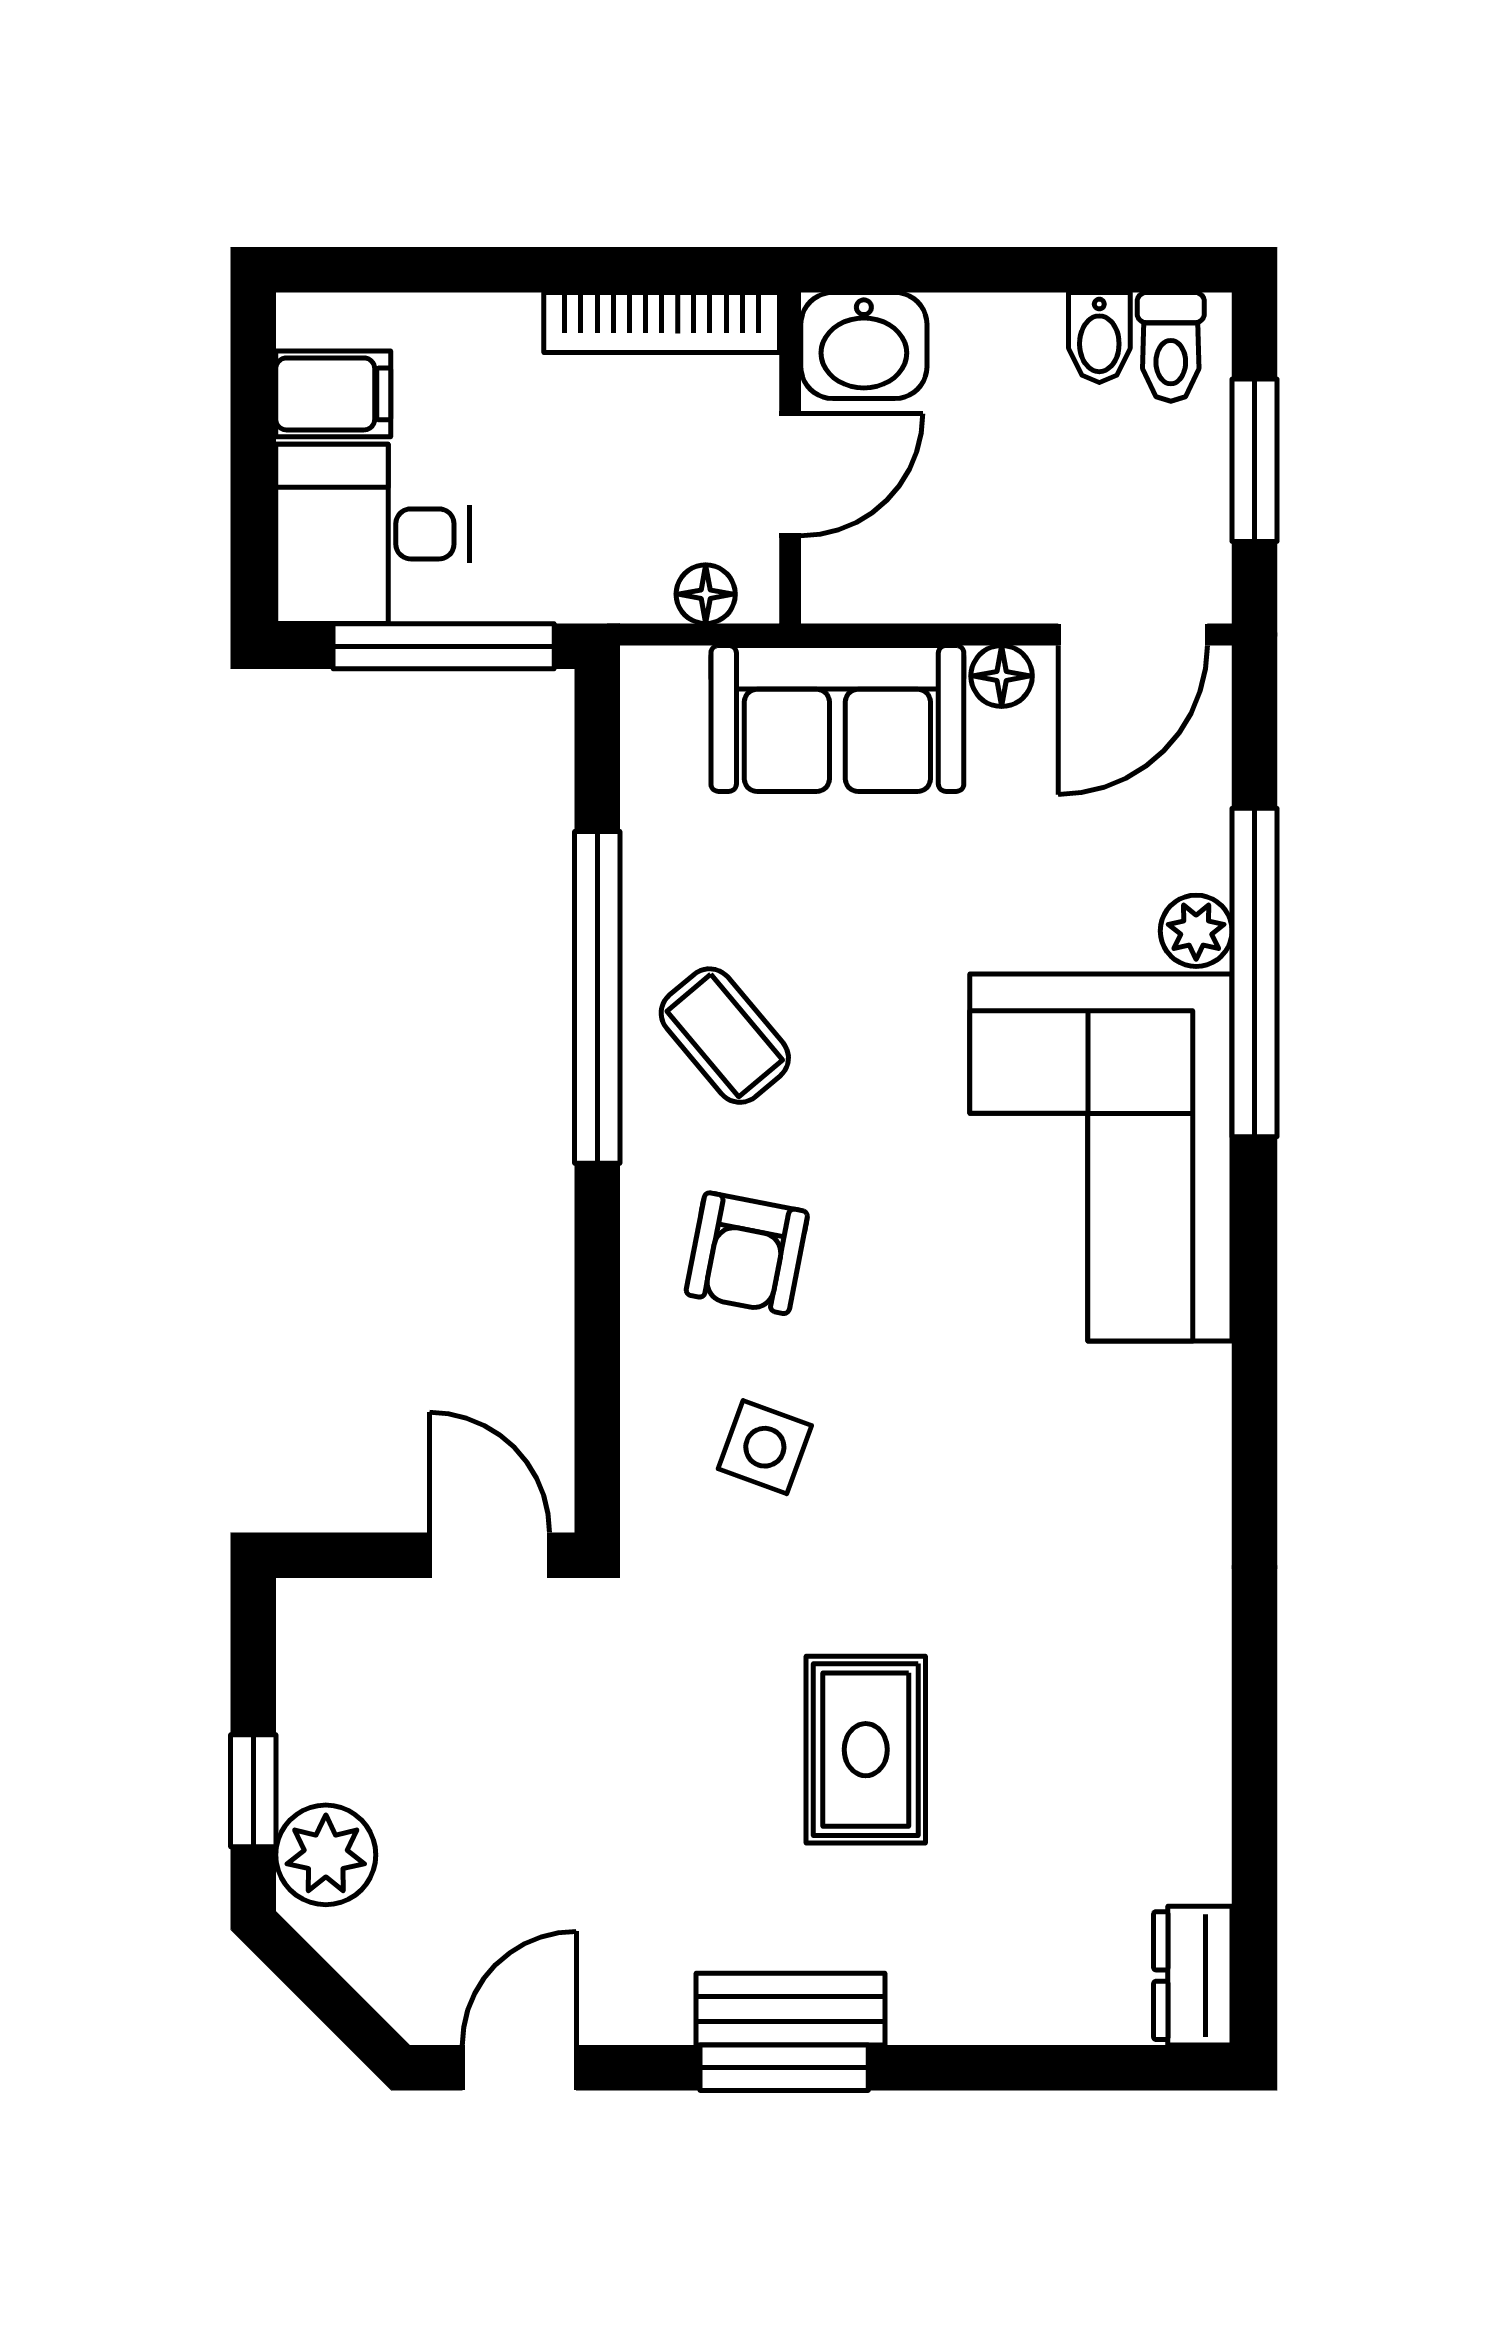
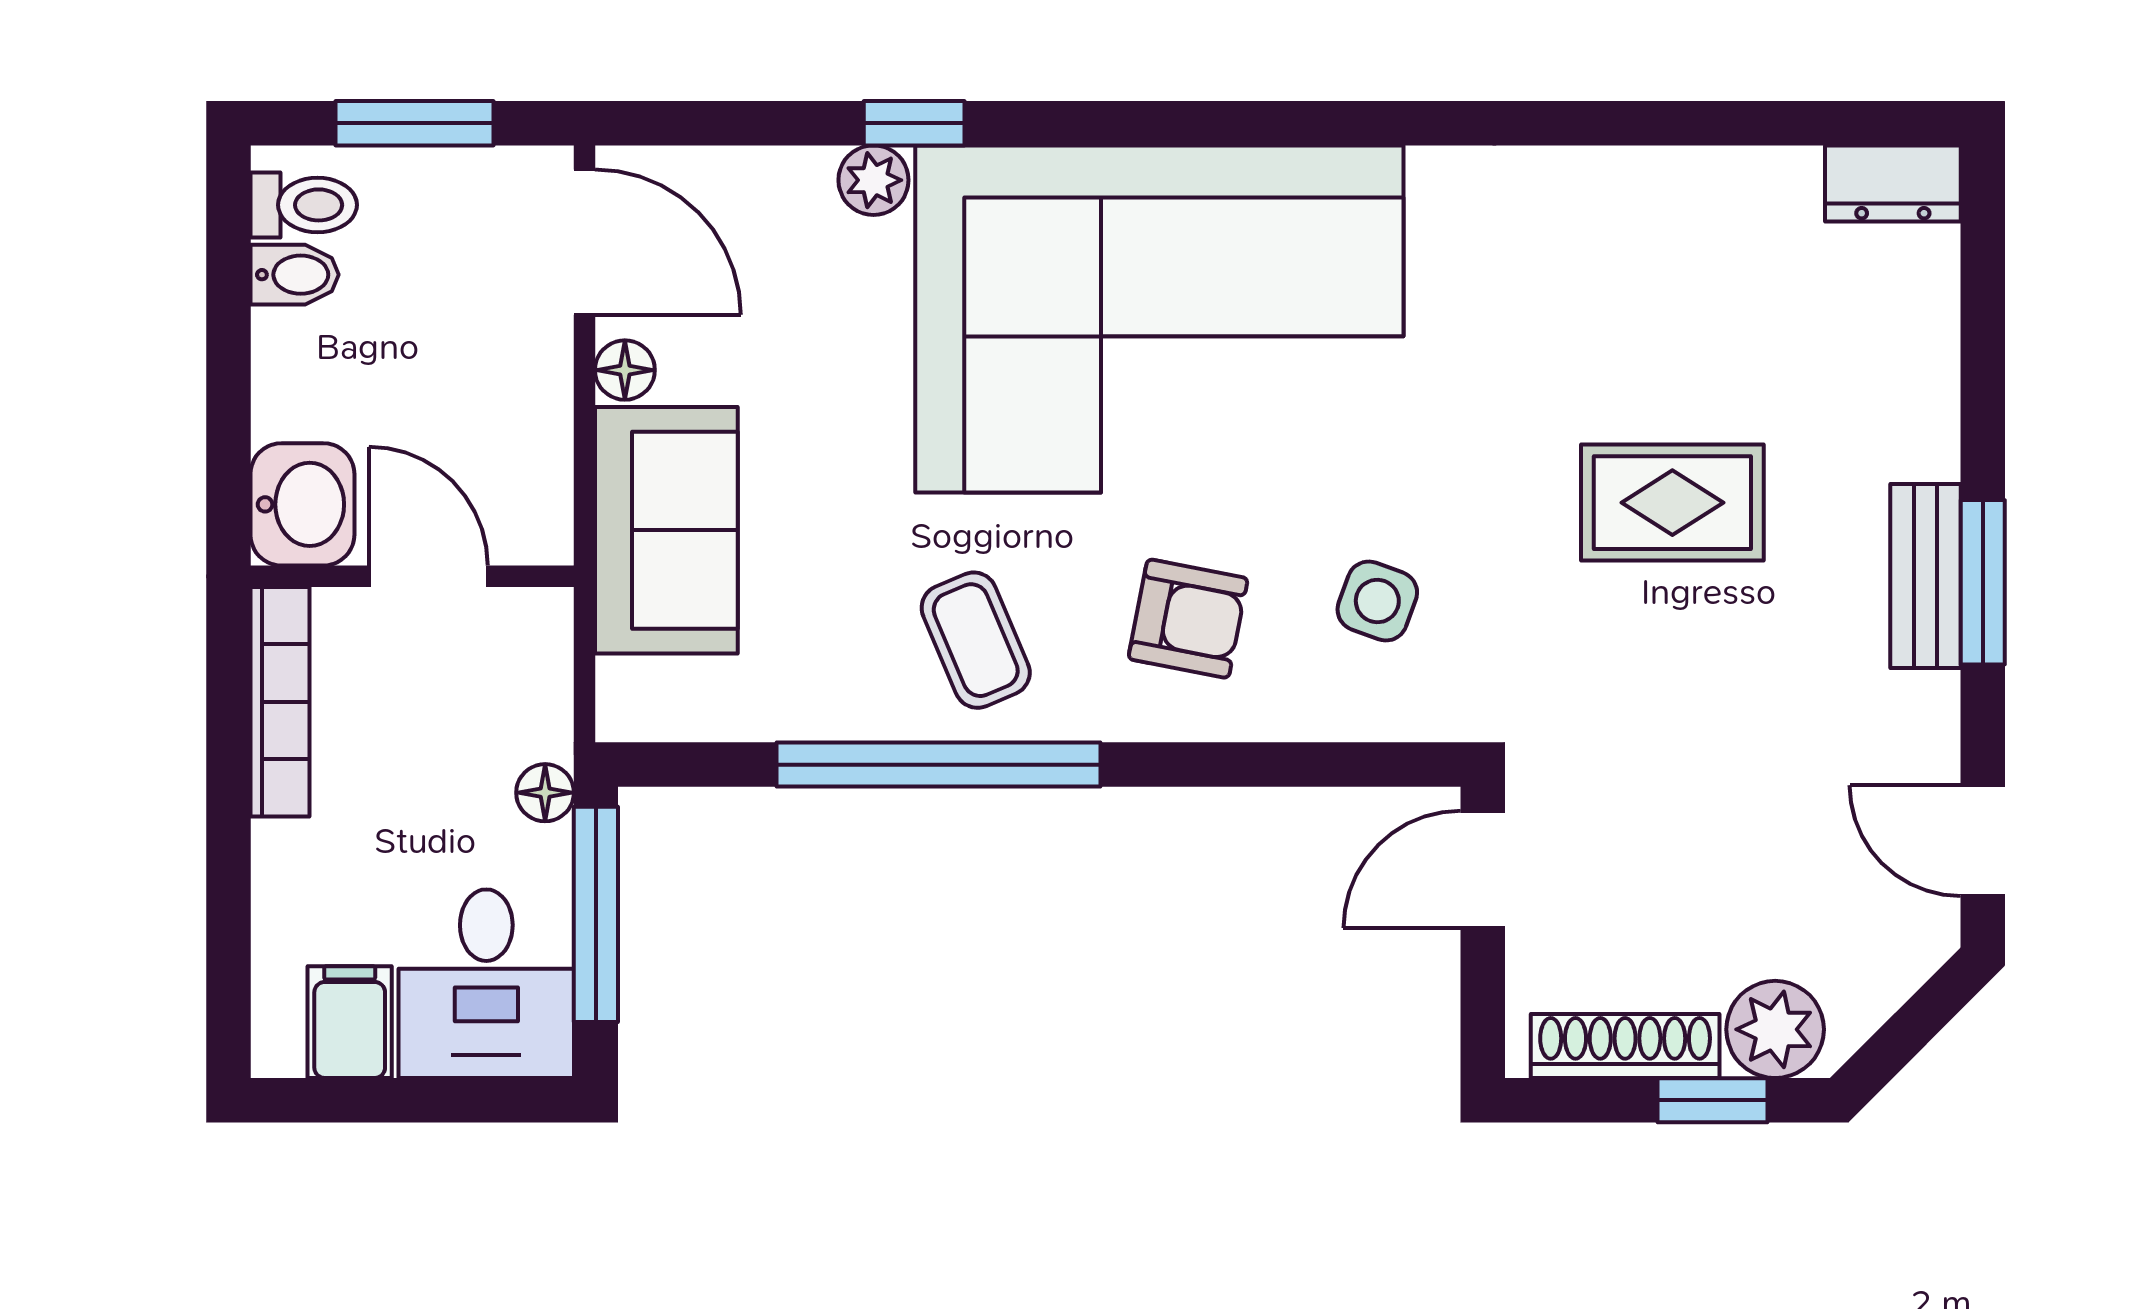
floor lamp: (706, 594) -> (545, 793), moved
window: (1255, 972) -> (914, 123), width x0.32
coffee table: (725, 1036) -> (976, 640), turned -73
corner sofa: (1101, 1157) -> (1159, 319), width x1.36, depth x1.36
shoe rack: (309, 1701) -> (1625, 1046), added

